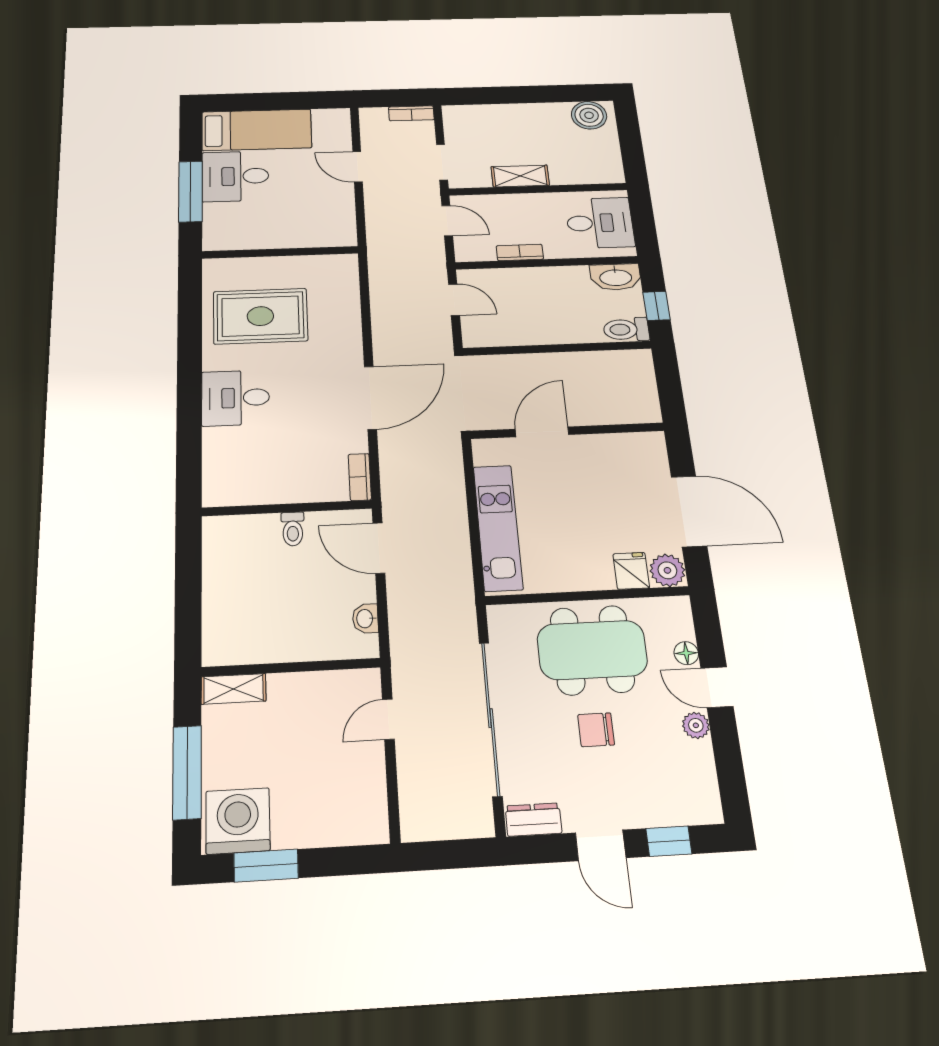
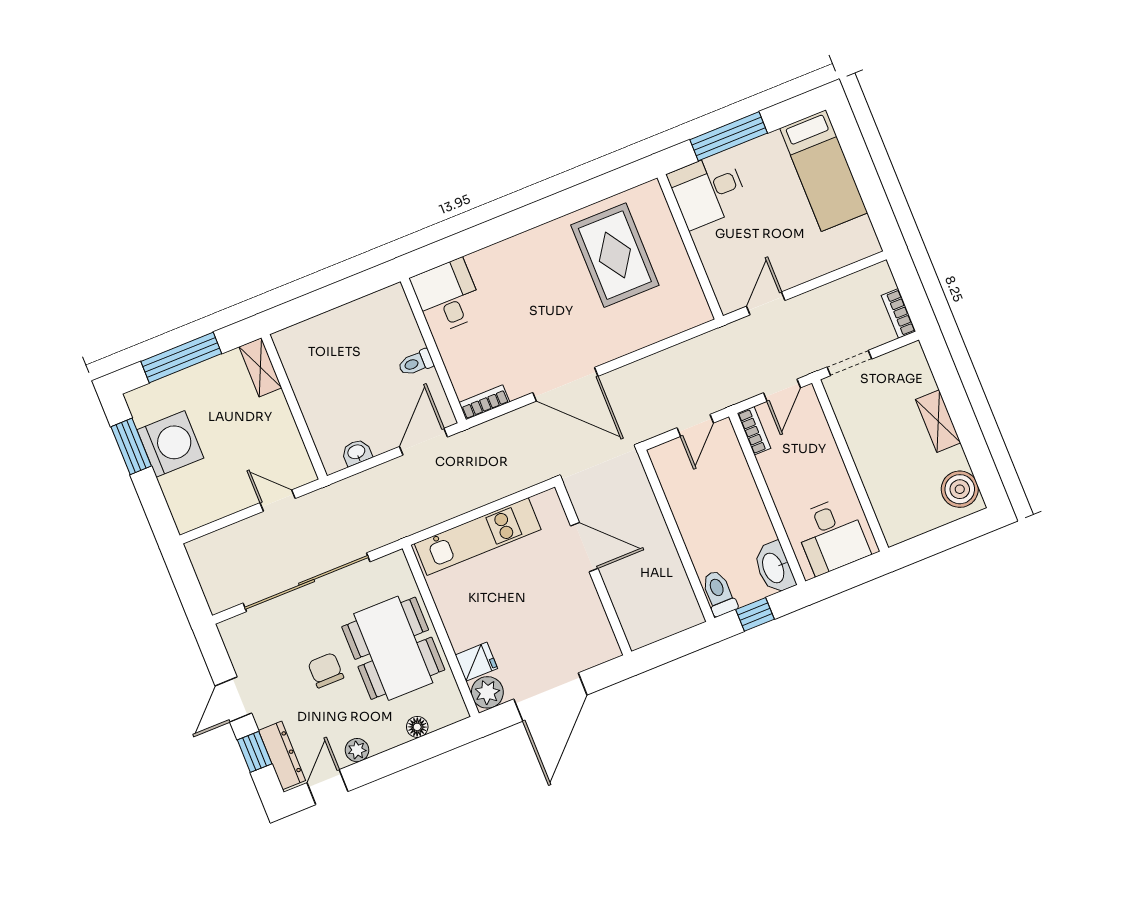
door: (358, 167) -> (766, 303), moved
desk: (235, 176) -> (708, 190), moved, turned -90
shelving: (520, 176) -> (938, 421), moved
bookcase: (520, 252) -> (754, 431), moved
desk: (235, 398) -> (447, 296), moved
door: (717, 687) -> (327, 787), moved
dresser: (533, 820) -> (282, 755), moved, width x1.44
washing machine: (238, 821) -> (170, 444), moved

